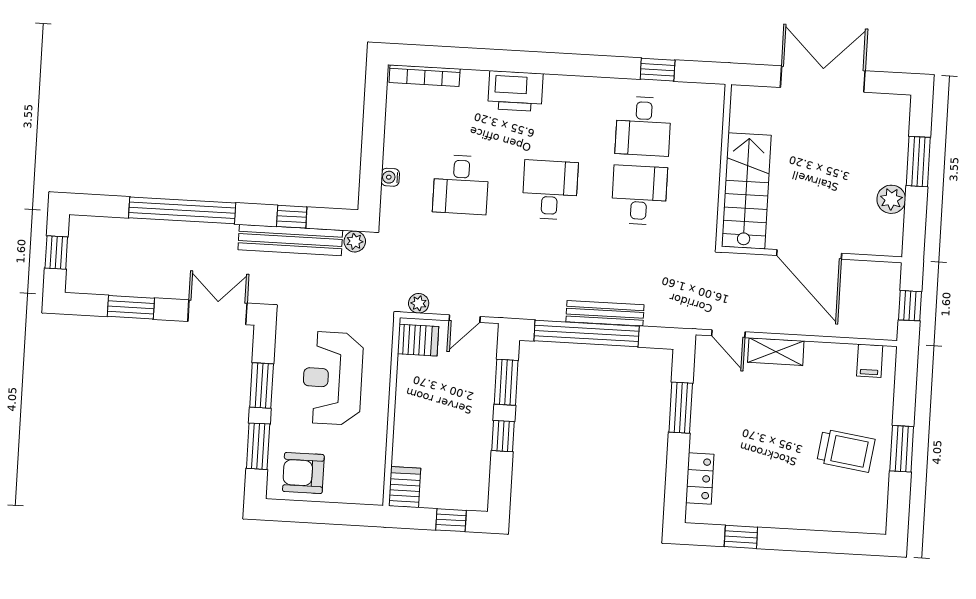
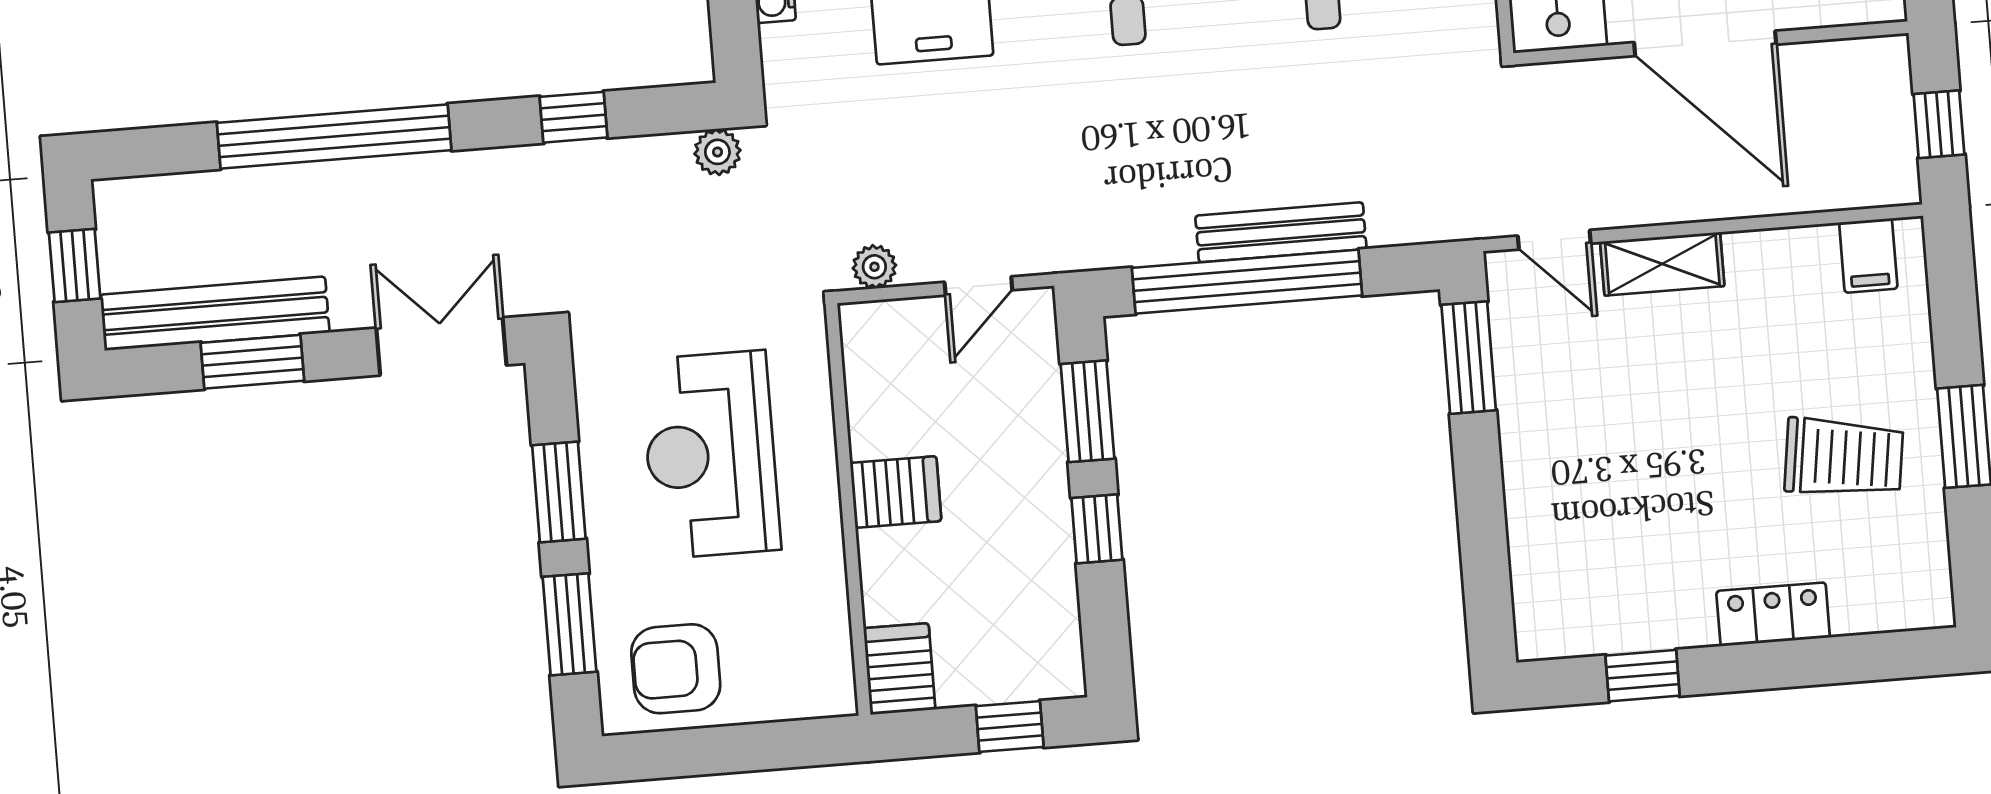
bench: (290, 240) -> (215, 314), moved
server rack: (418, 340) -> (896, 492), moved
window: (681, 408) -> (1469, 358), moved
locker: (700, 479) -> (1773, 614), moved, turned -90

